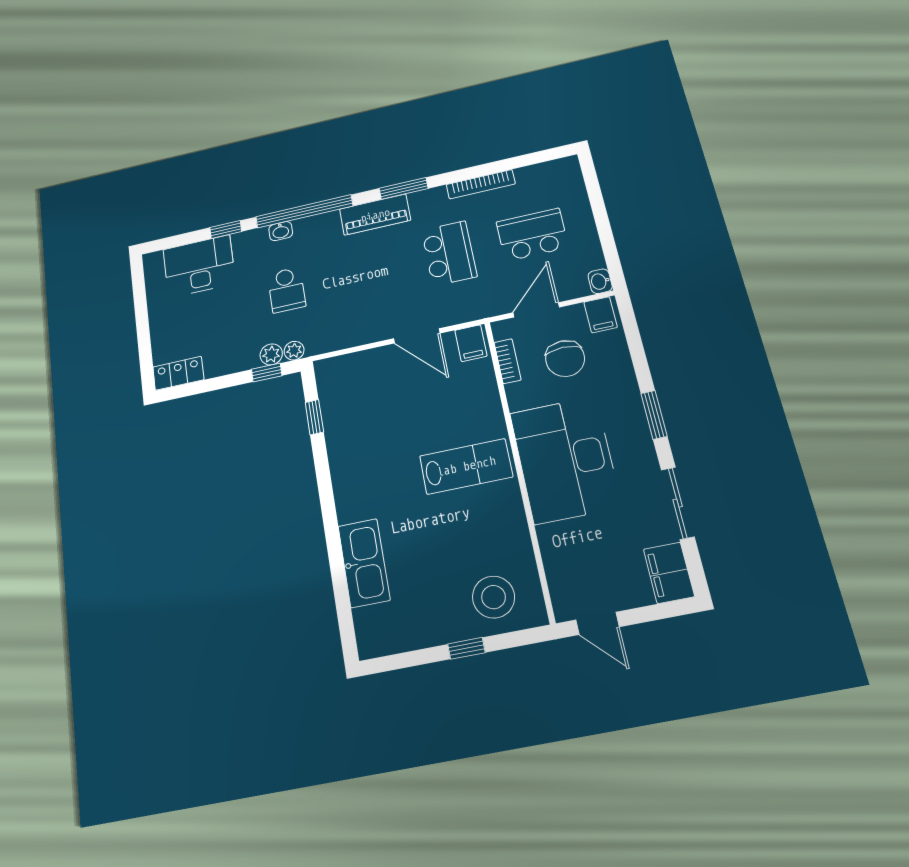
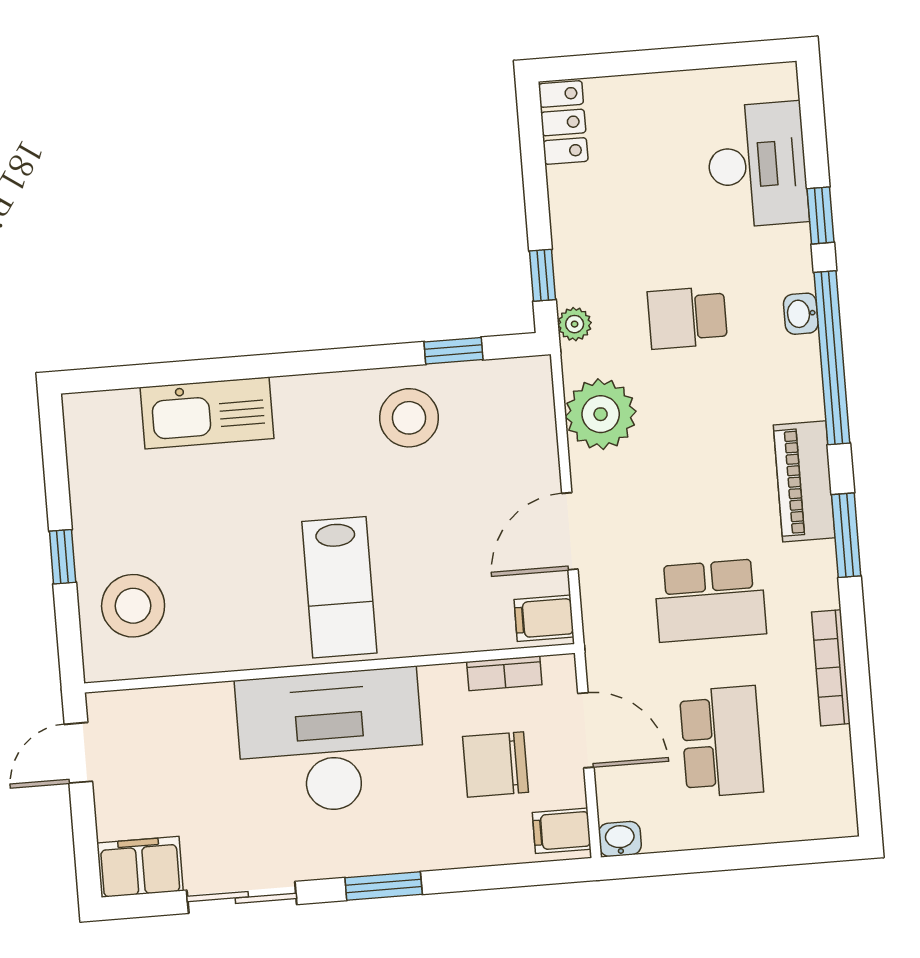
plant: (271, 354) -> (601, 414), moved, width x1.88, depth x1.88
stool: (357, 438) -> (409, 418), added

